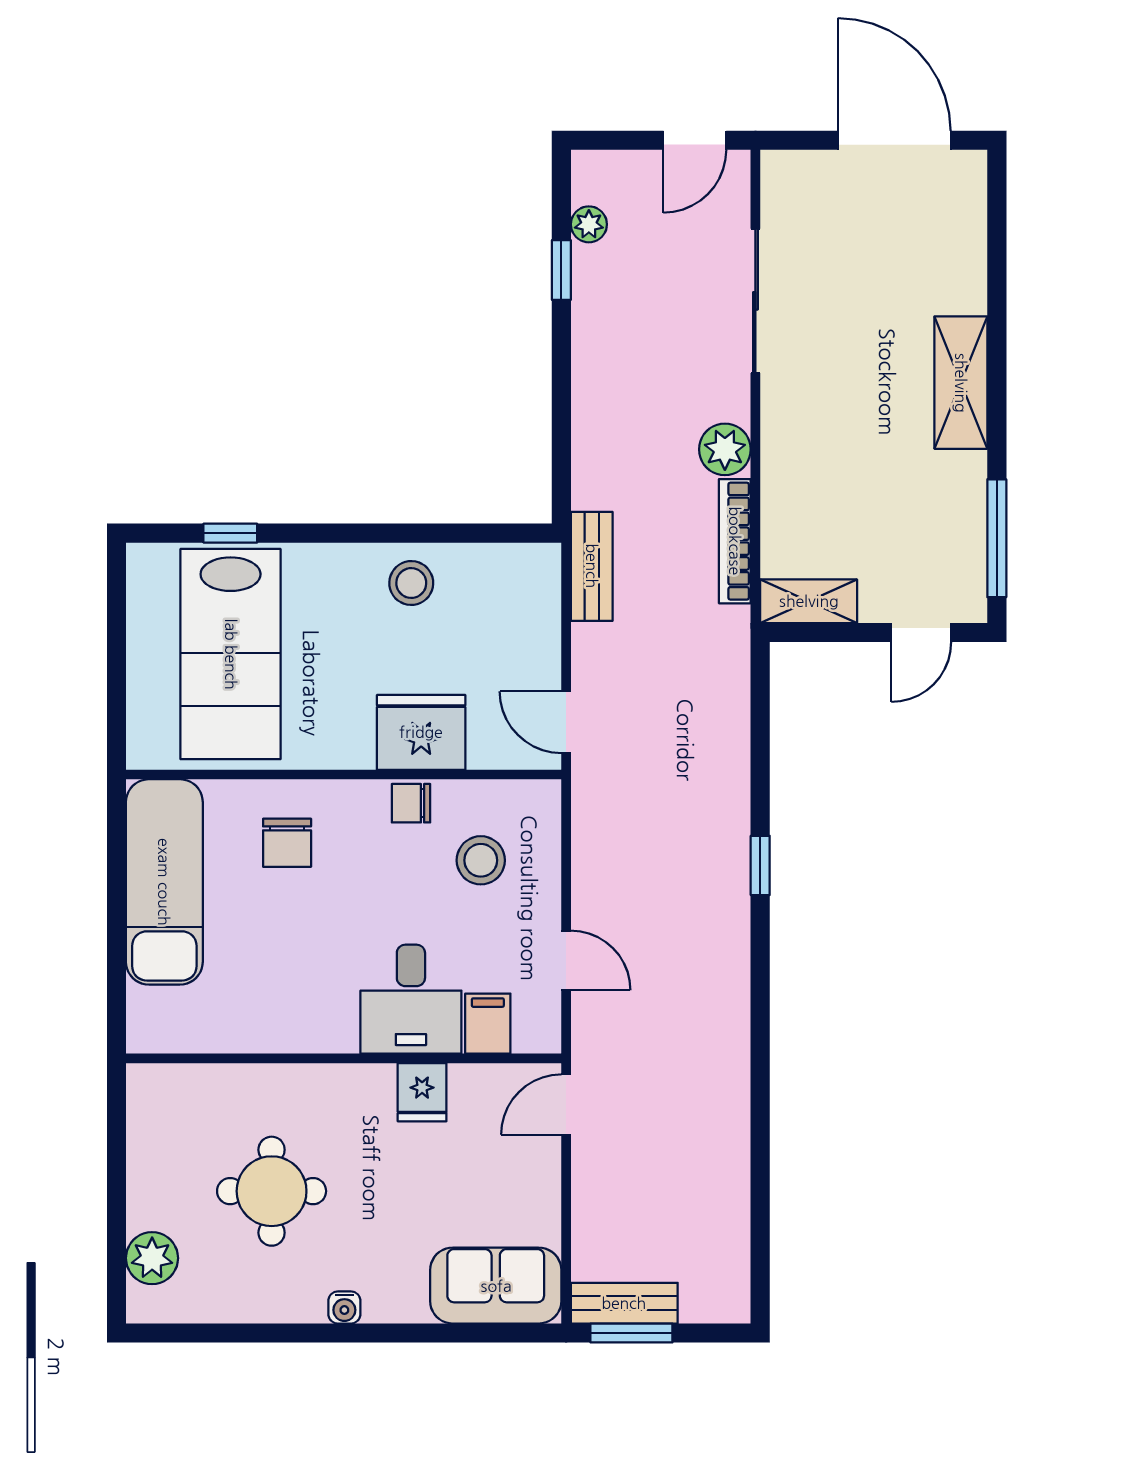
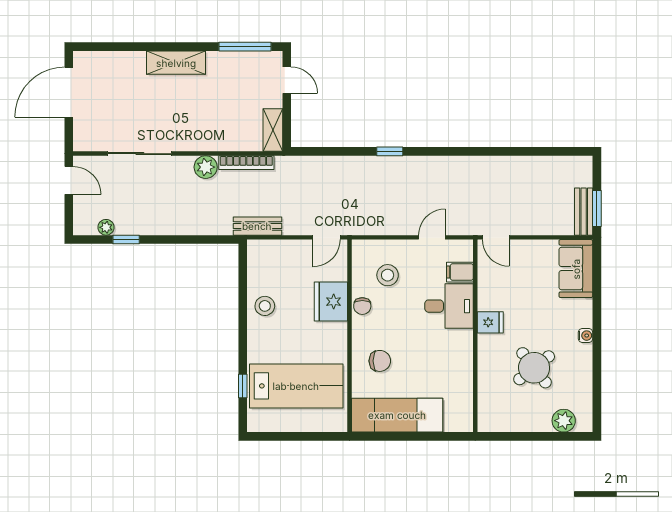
fridge: (422, 1092) -> (490, 322), moved
round table: (272, 1191) -> (534, 368), turned -38

